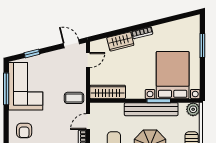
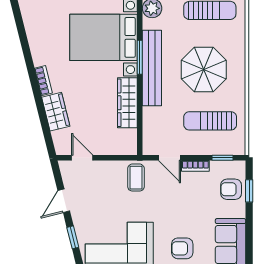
door: (71, 44) -> (64, 201), moved
wardrobe: (108, 92) -> (127, 103), moved
armchair: (24, 131) -> (182, 248), turned 180

